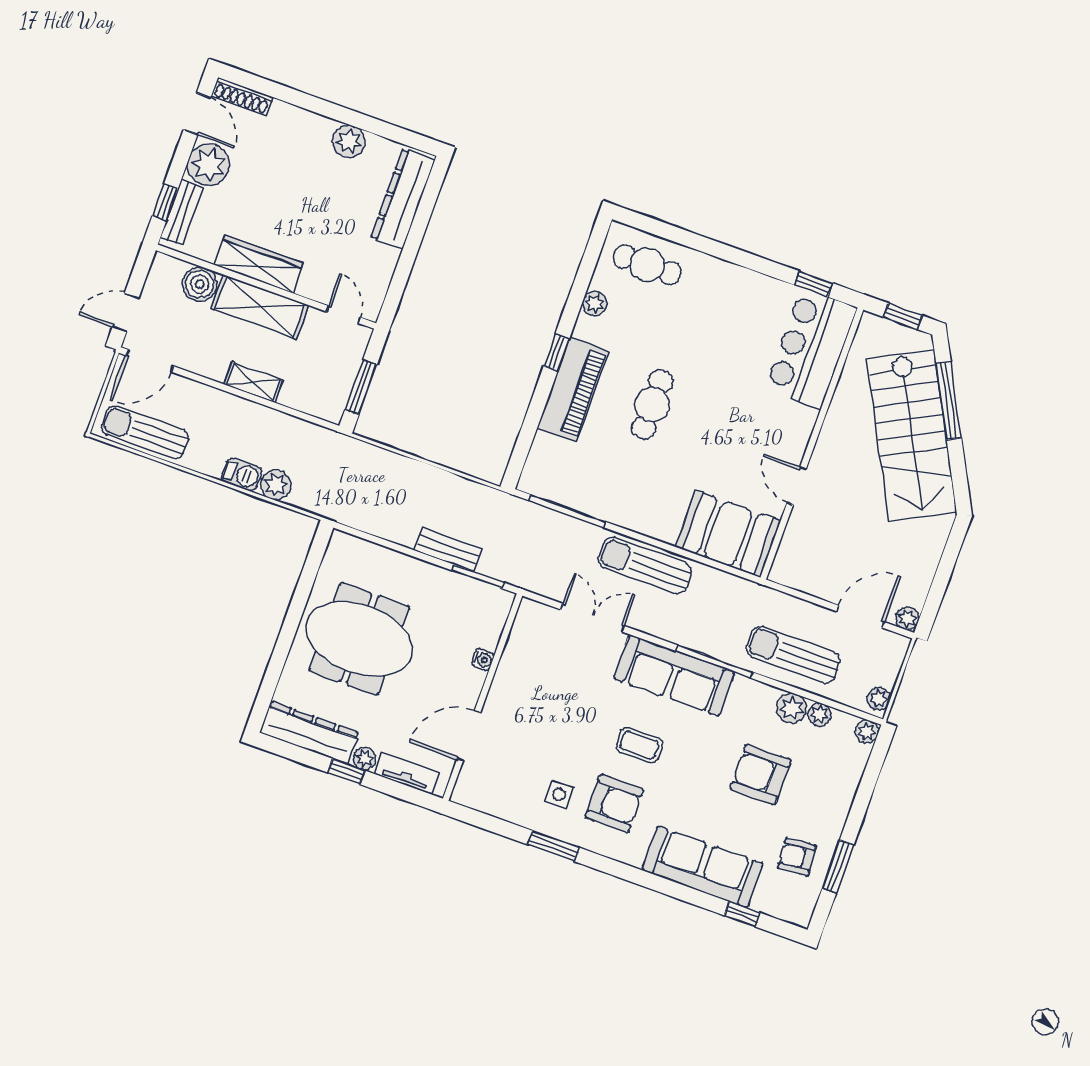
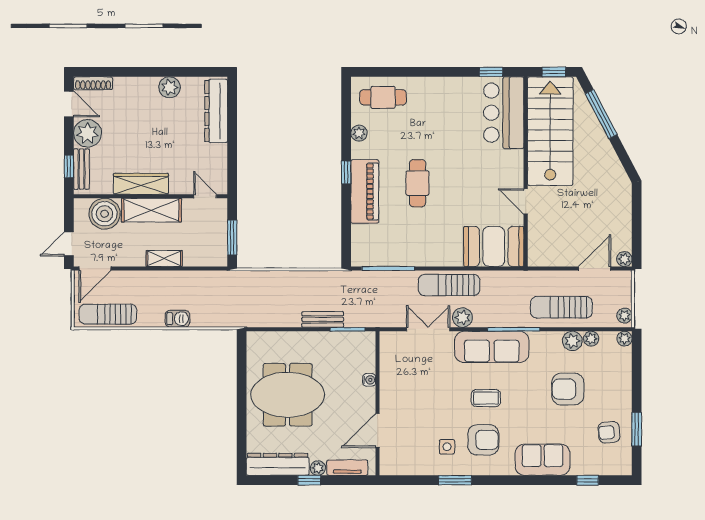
boiler: (200, 284) -> (105, 214), width x1.37, depth x1.37
stairs: (912, 435) -> (550, 131), moved, turned -152
plant: (276, 485) -> (462, 318), moved
sofa: (702, 867) -> (543, 460), width x0.73

